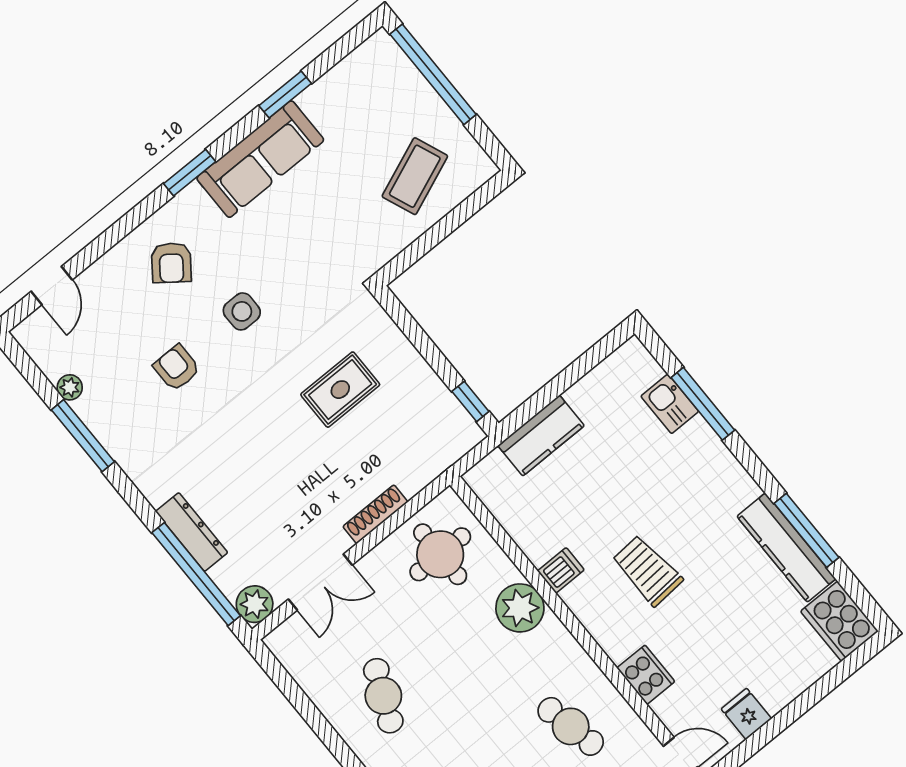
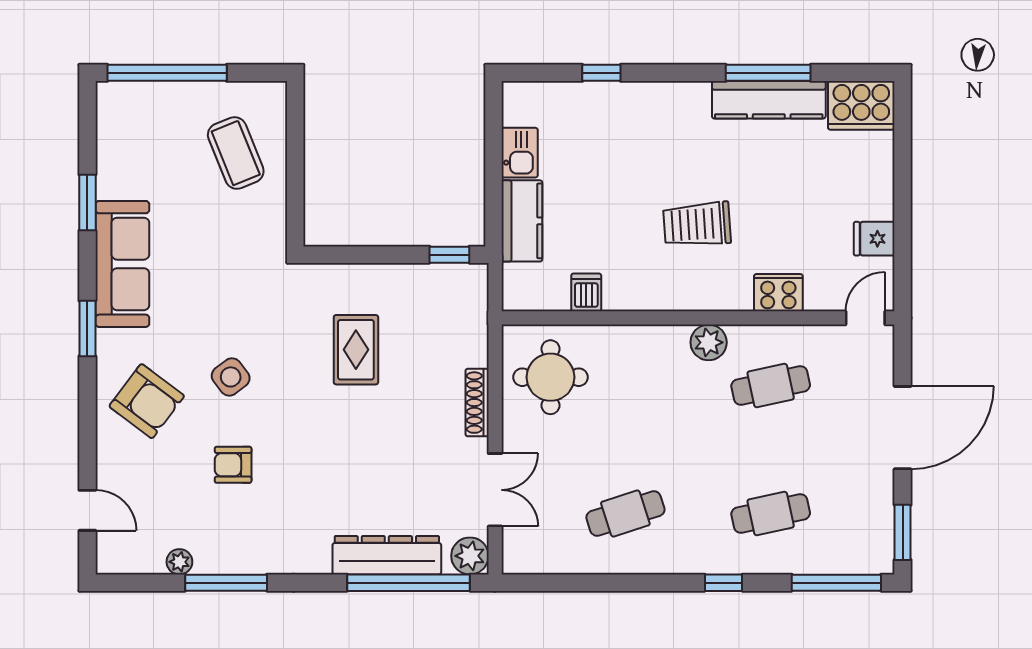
armchair: (171, 263) -> (147, 401), width x1.38, depth x1.38
side table: (242, 311) -> (231, 377), turned -37
kitchen sink: (670, 404) -> (520, 153), moved, turned -90
window: (703, 404) -> (601, 73), width x0.46
dresser: (192, 532) -> (387, 555), width x1.37, depth x1.24
dishwasher: (561, 570) -> (586, 292), moved
plant: (520, 608) -> (709, 342), moved, width x0.73, depth x0.73
cafe table: (383, 696) -> (625, 514), turned -42

